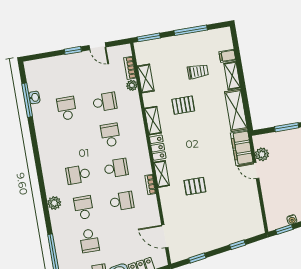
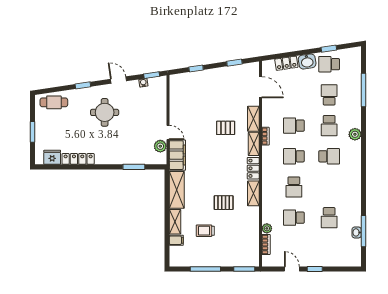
shelving: (146, 78) -> (253, 119), moved

